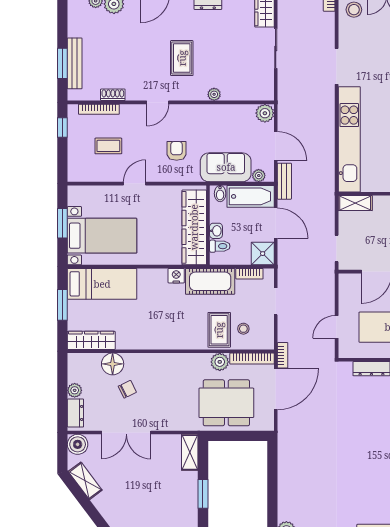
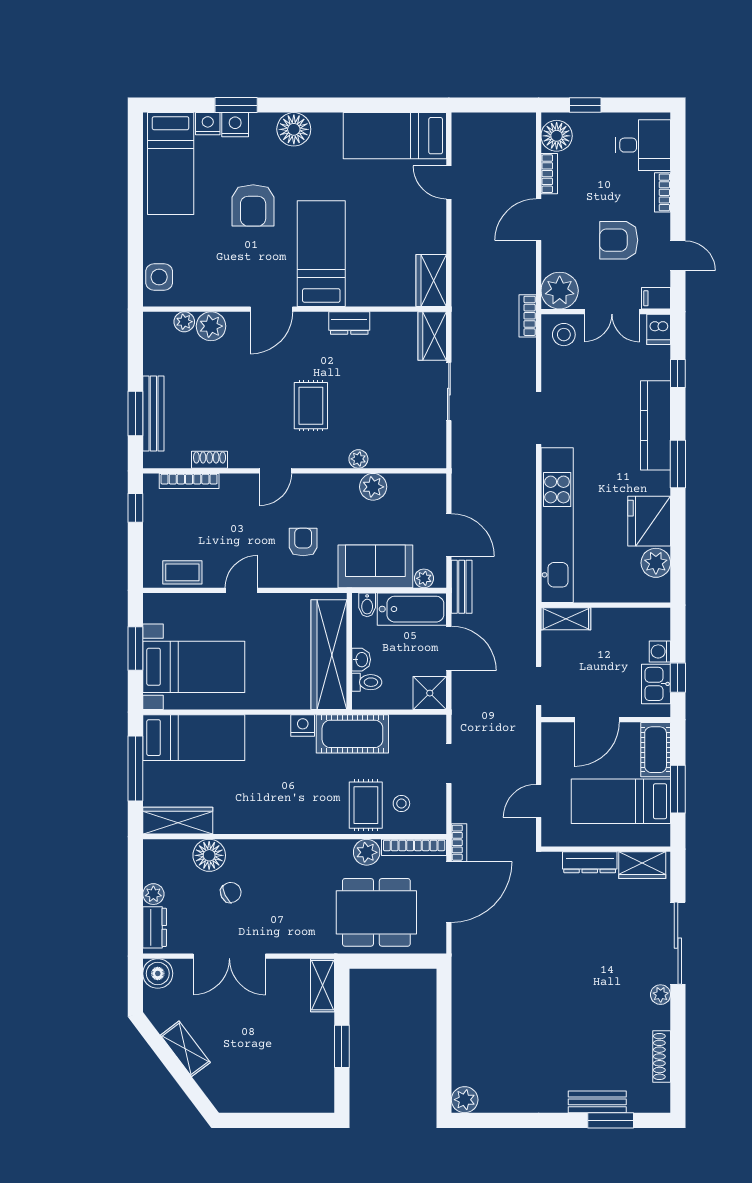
plant: (265, 113) -> (373, 487), moved
coffee table: (108, 146) -> (182, 572), moved
bookcase: (249, 274) -> (410, 723), removed
window: (62, 305) -> (135, 769), width x1.44
shelving: (85, 481) -> (185, 1049), moved

